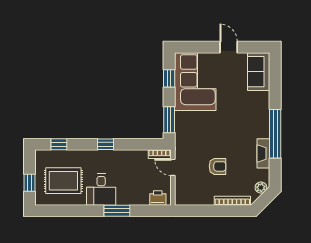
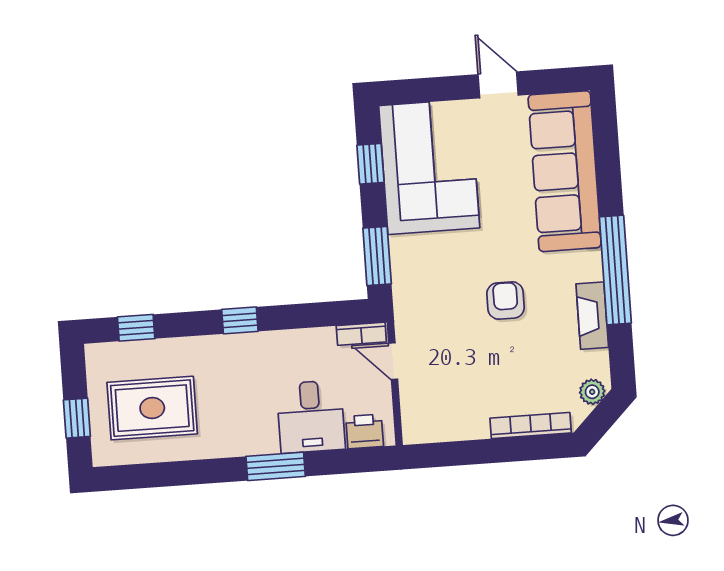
sofa: (259, 72) -> (565, 171), width x1.85, depth x1.27
armchair: (218, 166) -> (506, 301), moved, turned -90
desk: (101, 190) -> (311, 417), moved

